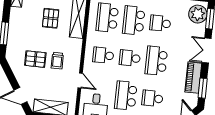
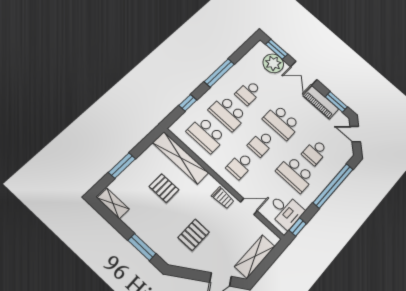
plant: (198, 14) -> (273, 63), moved
trolley: (57, 61) -> (223, 198), moved

